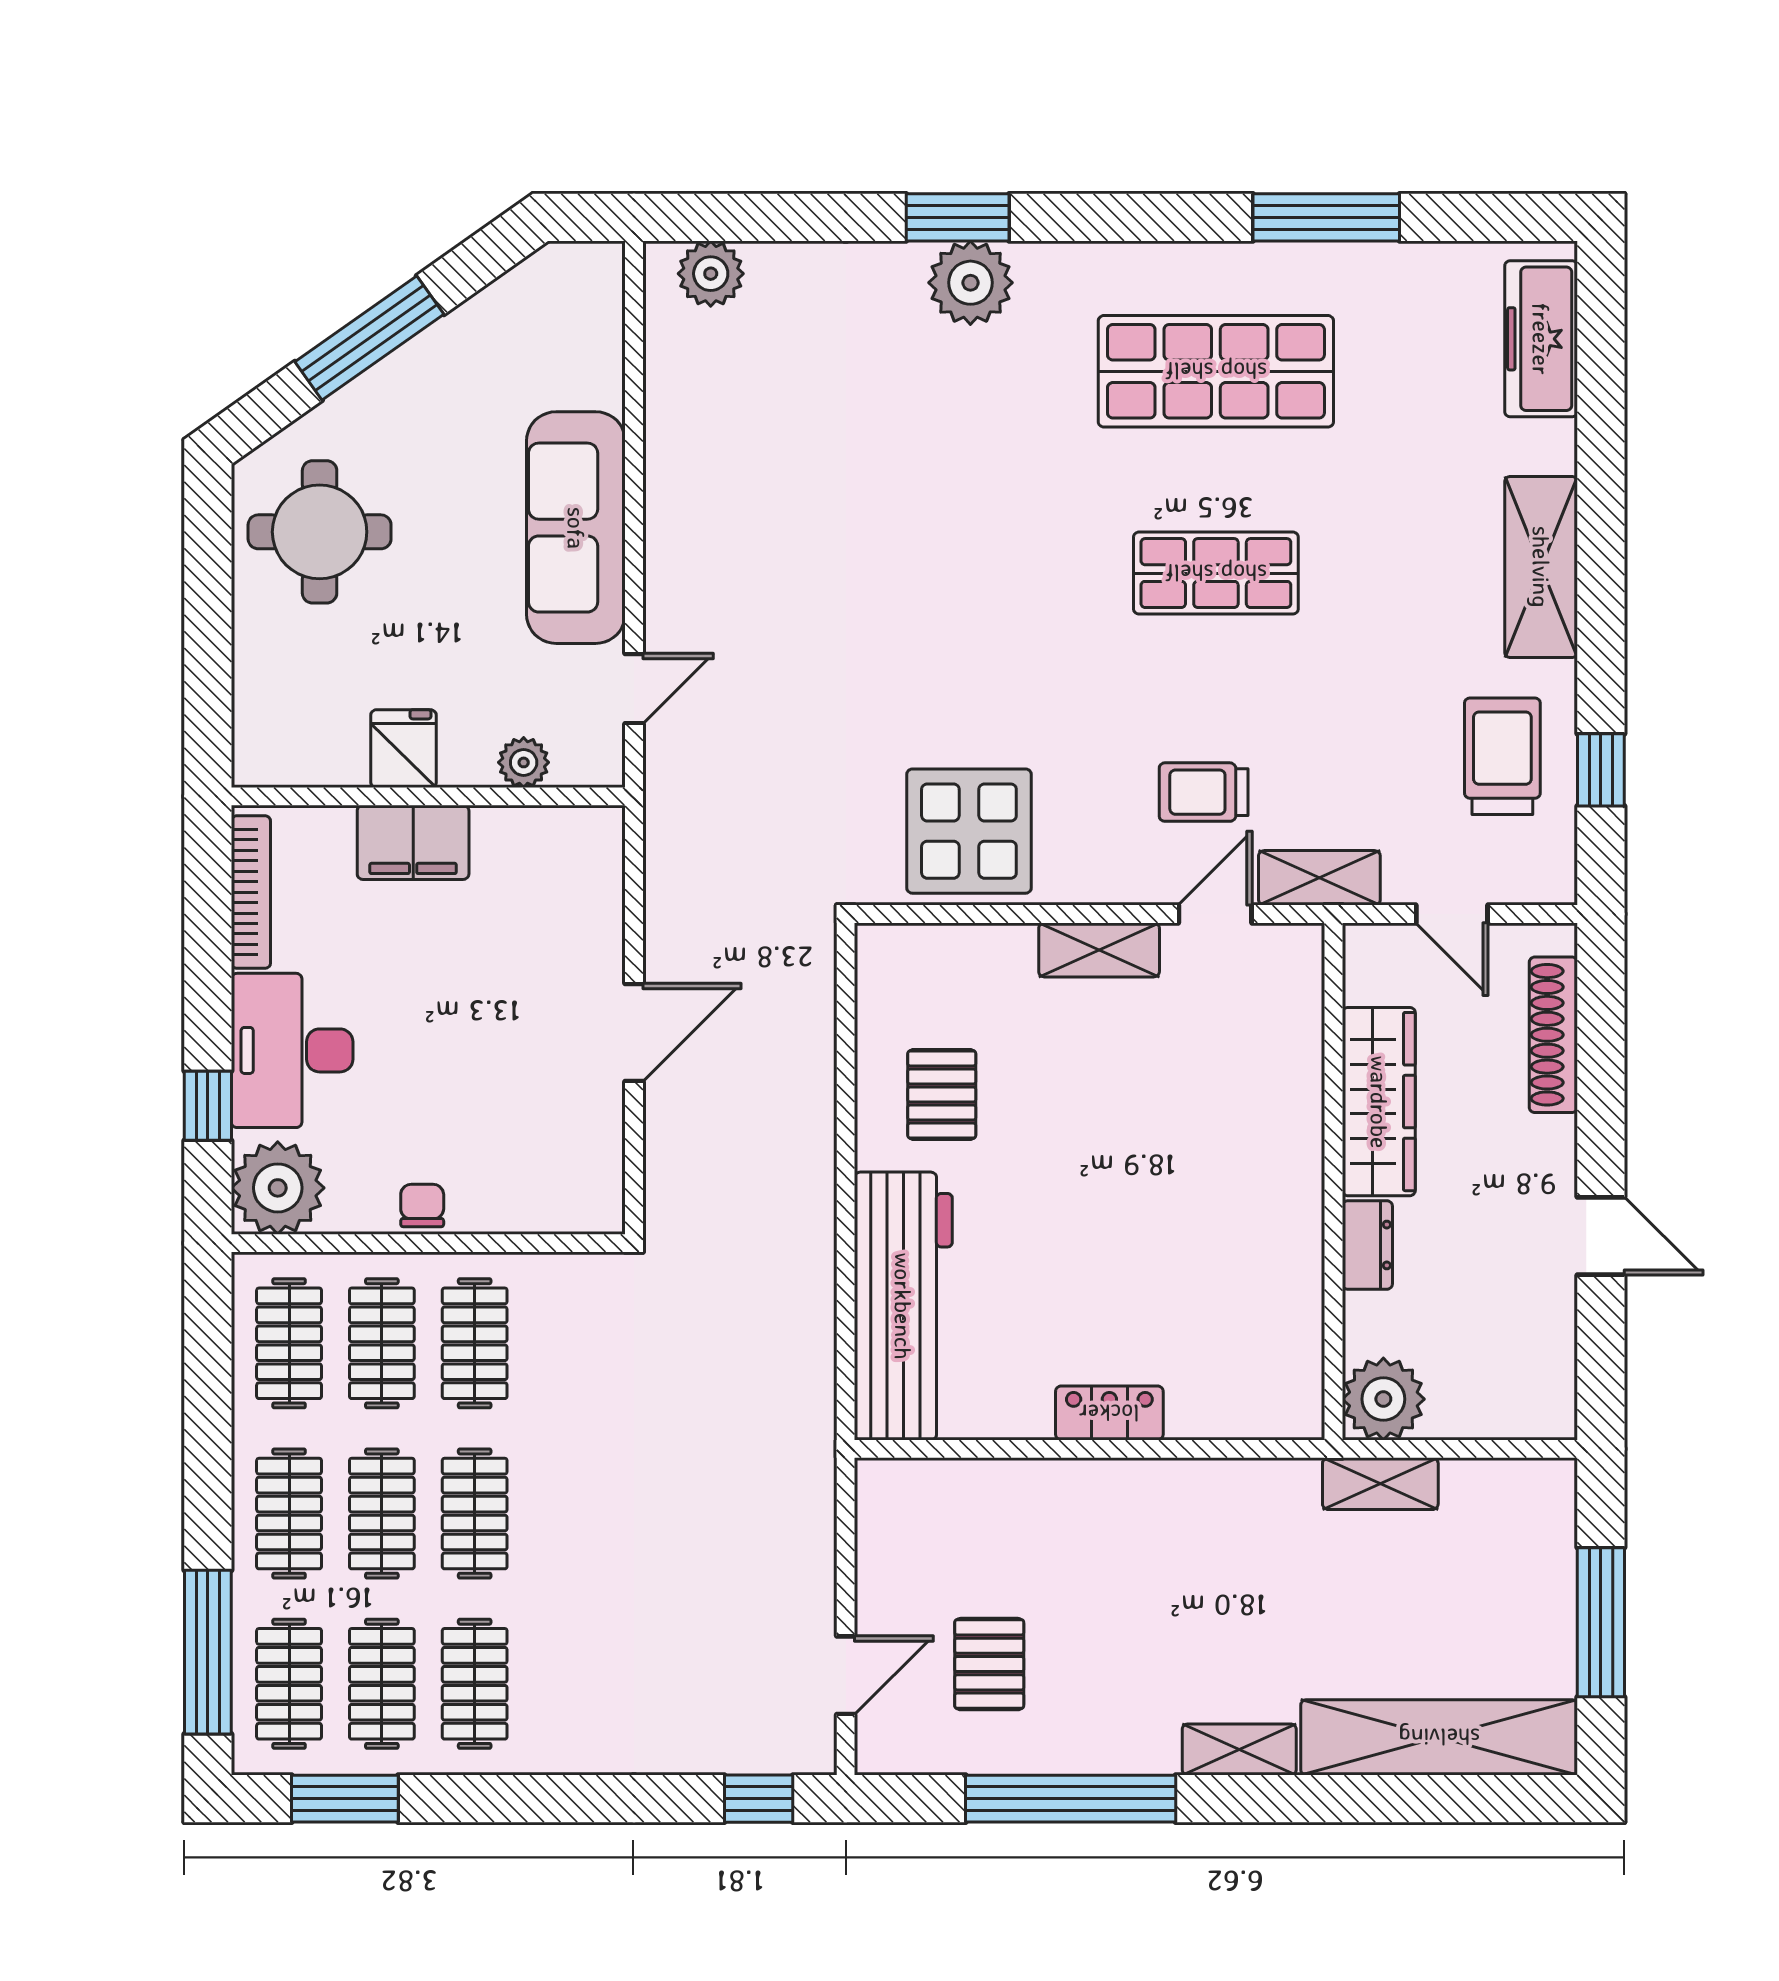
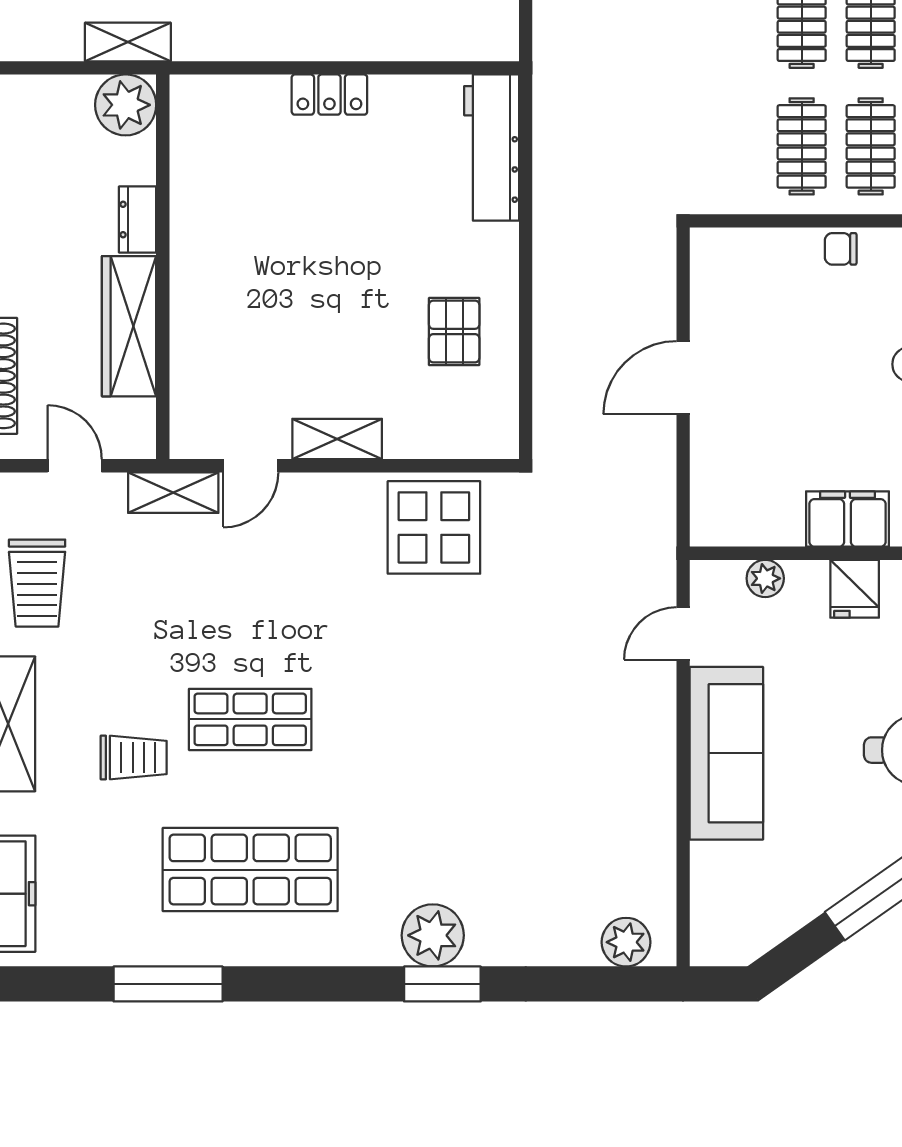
trolley: (1204, 792) -> (134, 757), moved
chair: (422, 1206) -> (841, 249), turned 90
workbench: (903, 1306) -> (492, 148), width x0.73, depth x0.76

